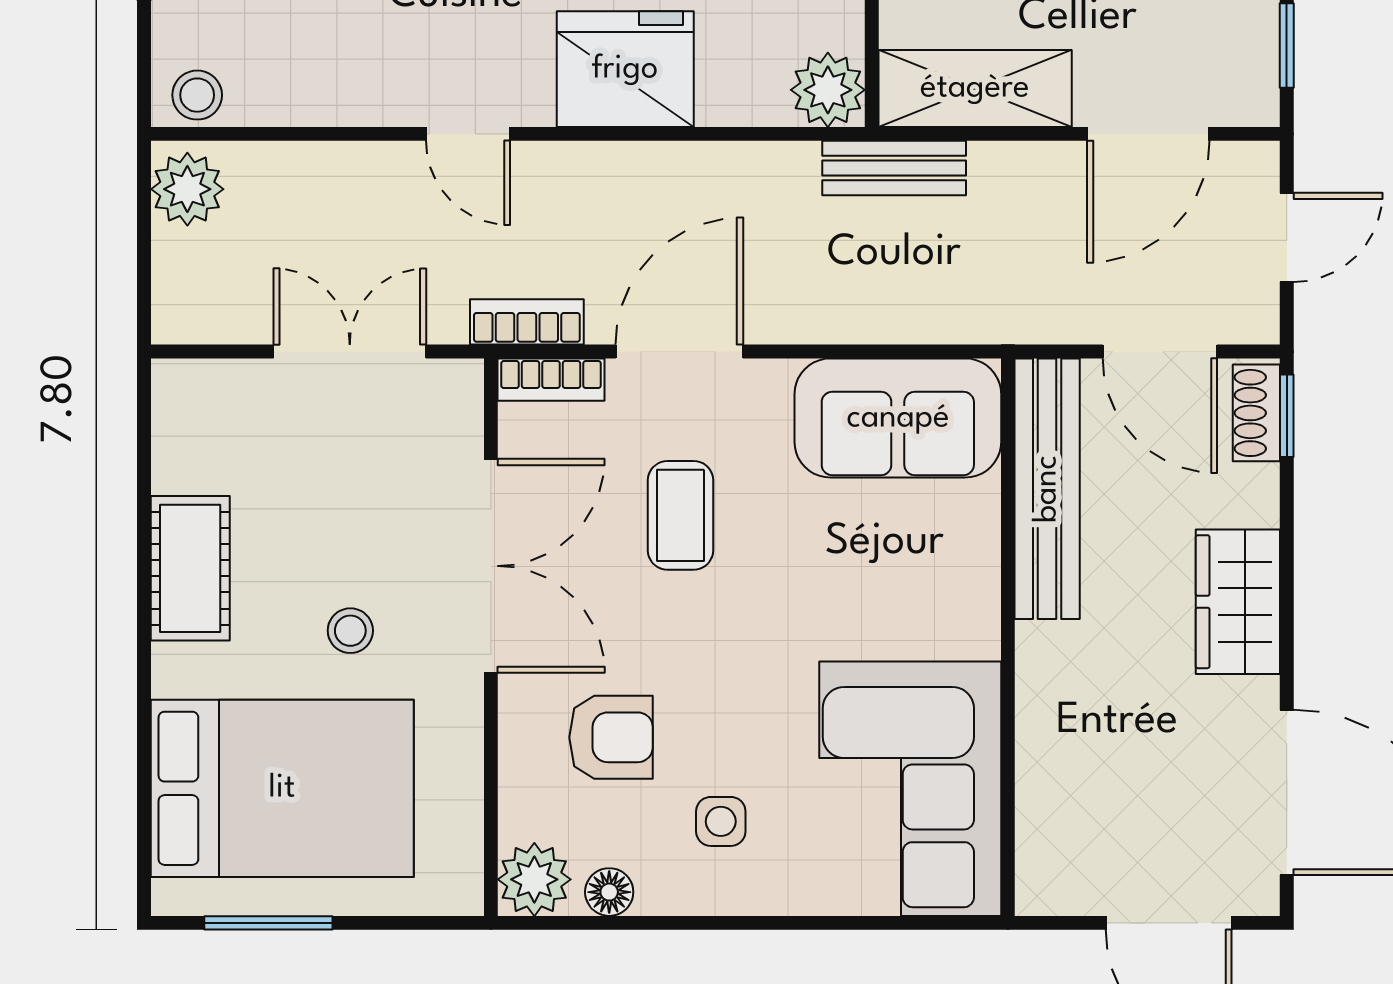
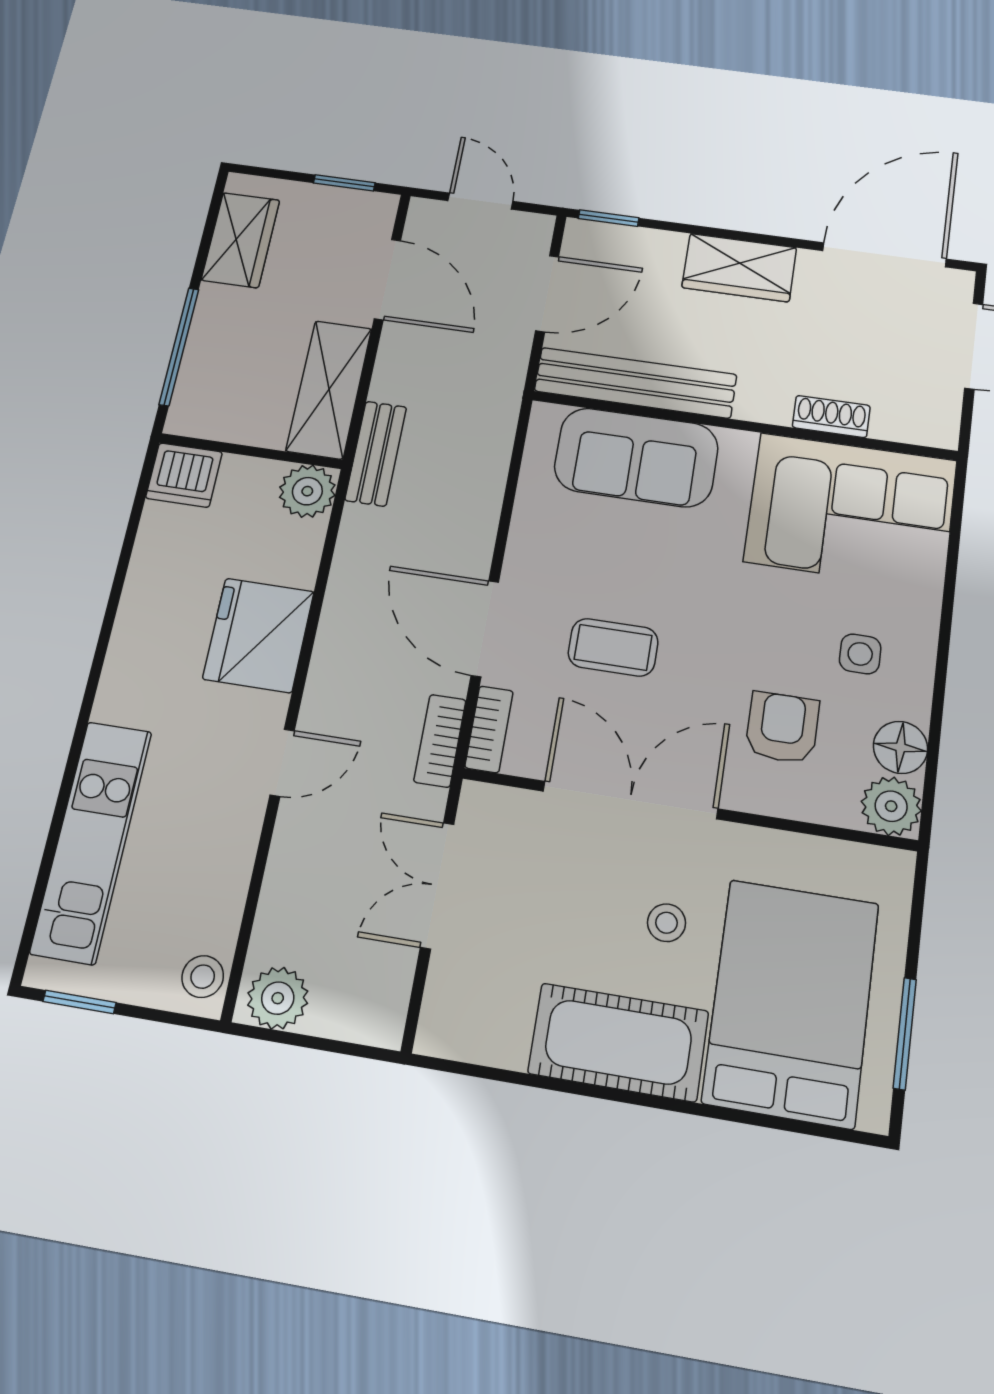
shoe rack: (1256, 413) -> (831, 417), moved, turned 180
sofa: (898, 418) -> (636, 457), moved, turned 90
cot: (190, 568) -> (618, 1042), width x1.37, depth x1.34
floor lamp: (609, 892) -> (900, 747), width x1.37, depth x1.37

